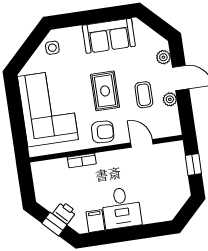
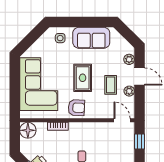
side table: (52, 48) -> (60, 38), moved
door: (142, 143) -> (122, 120), moved
floor lamp: (42, 172) -> (28, 130), added

